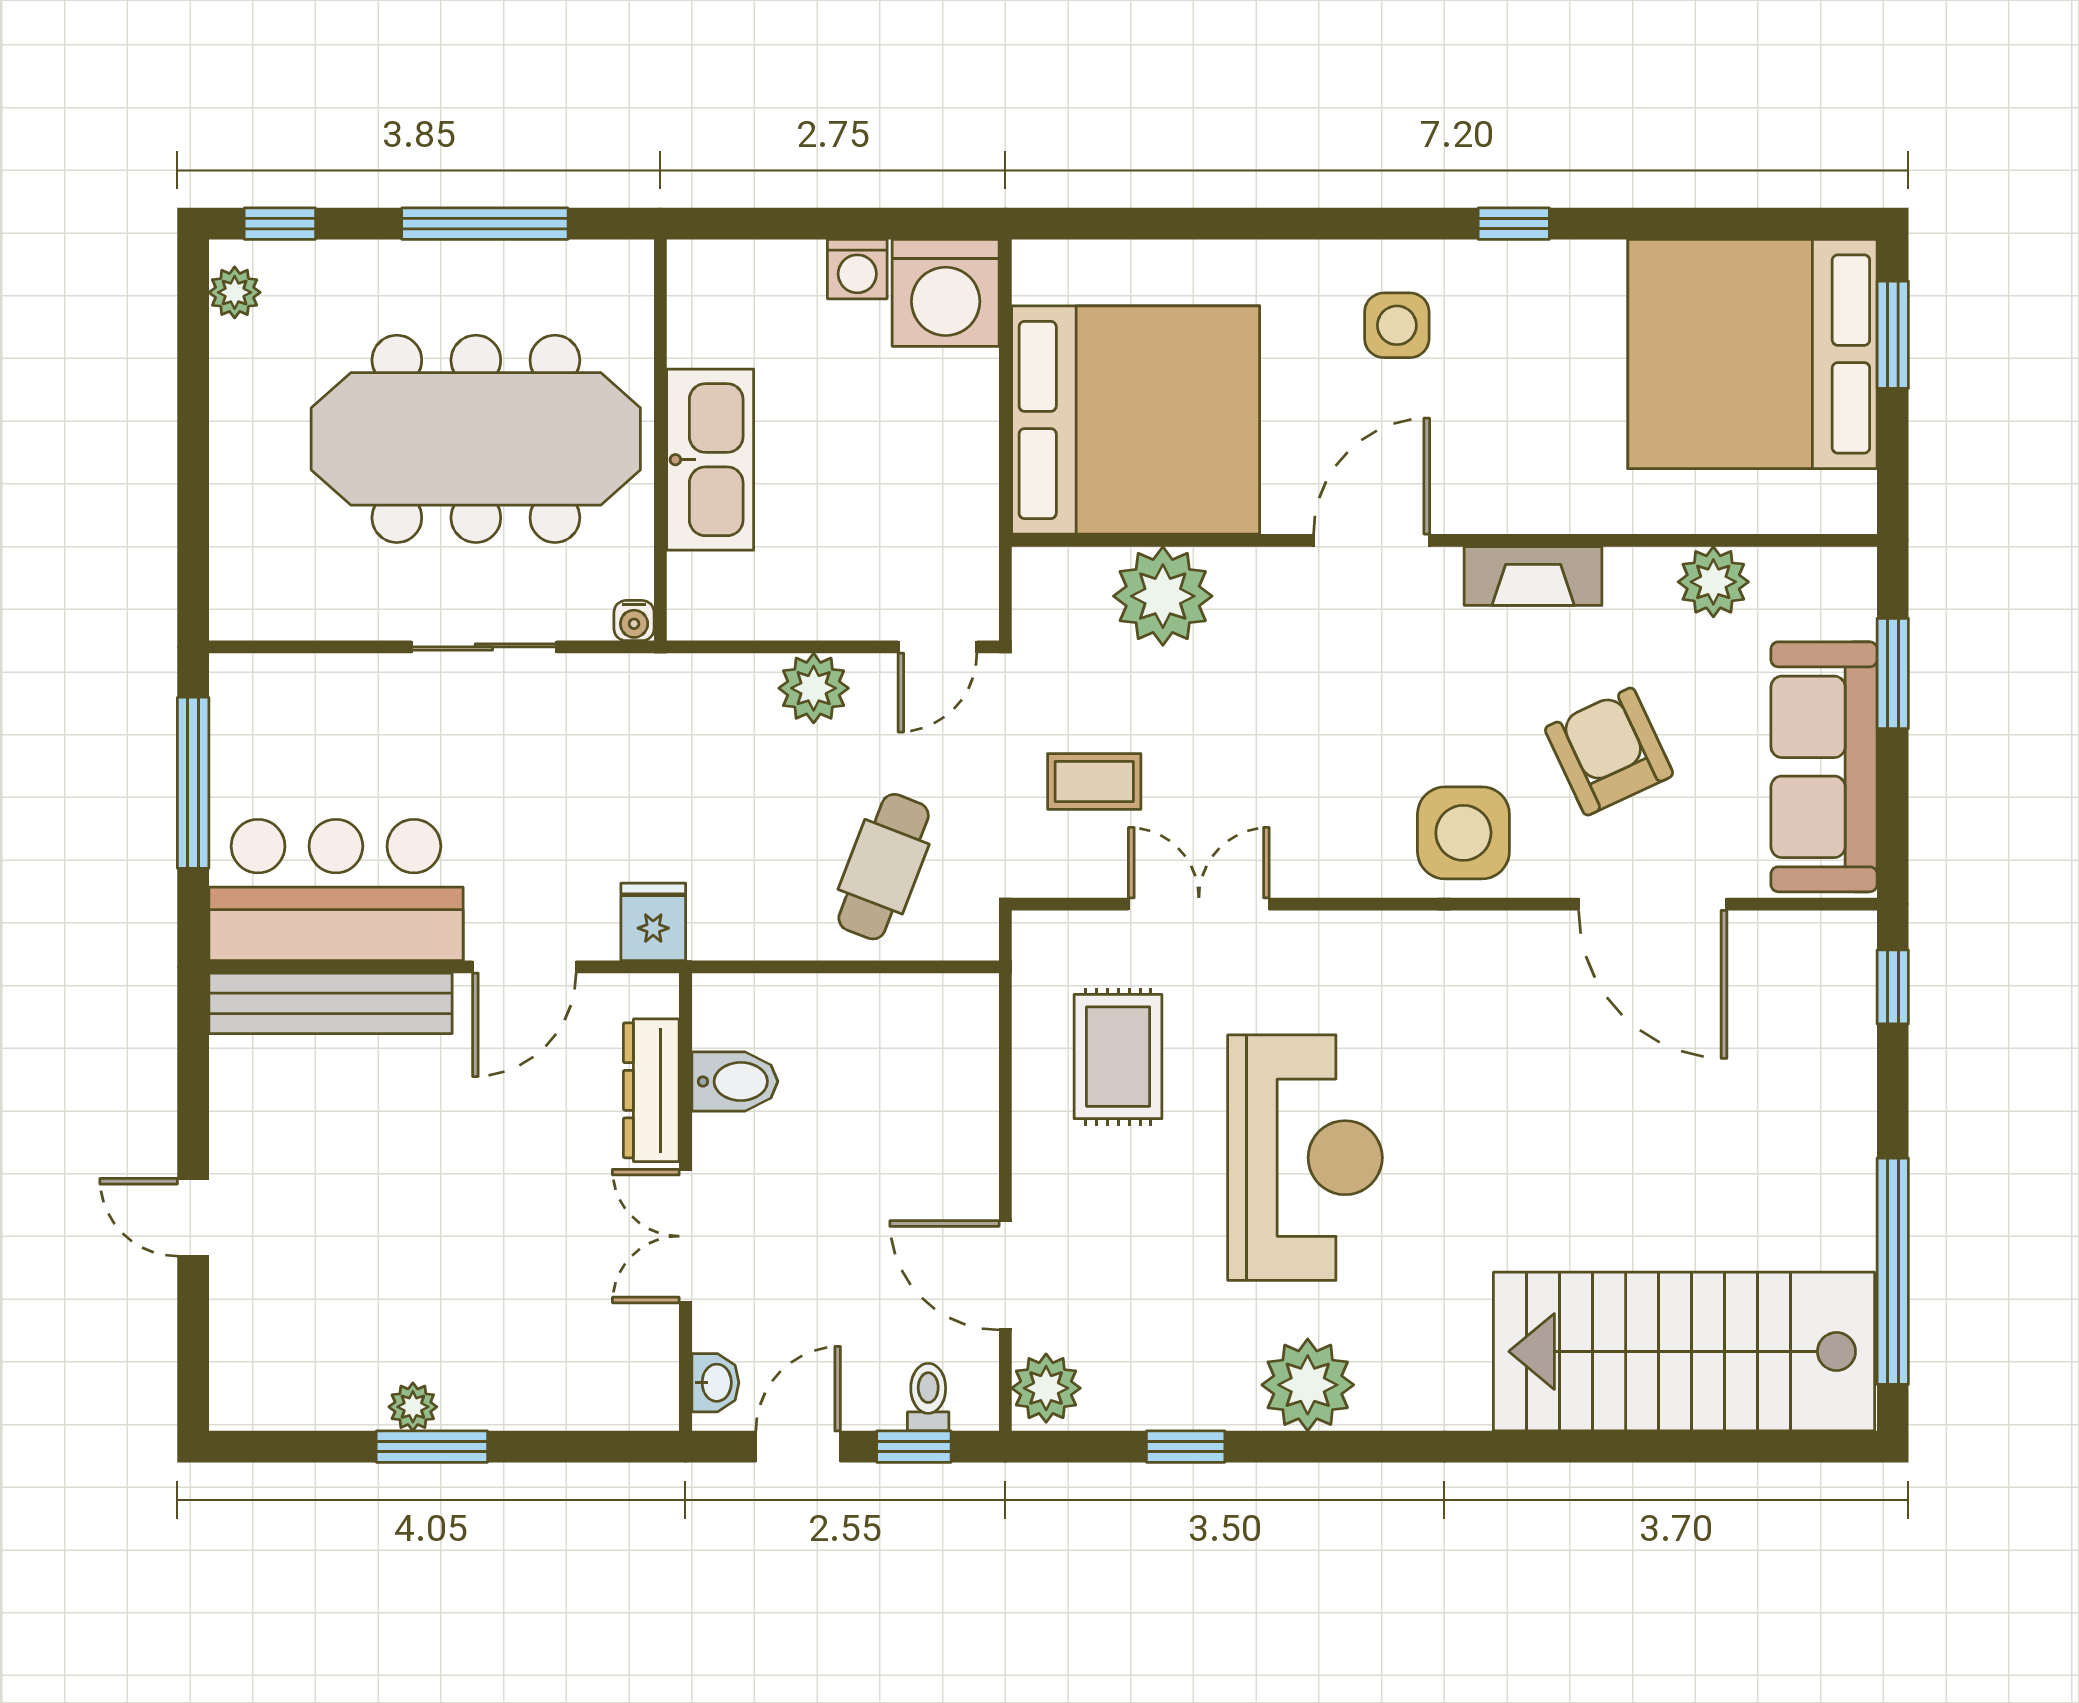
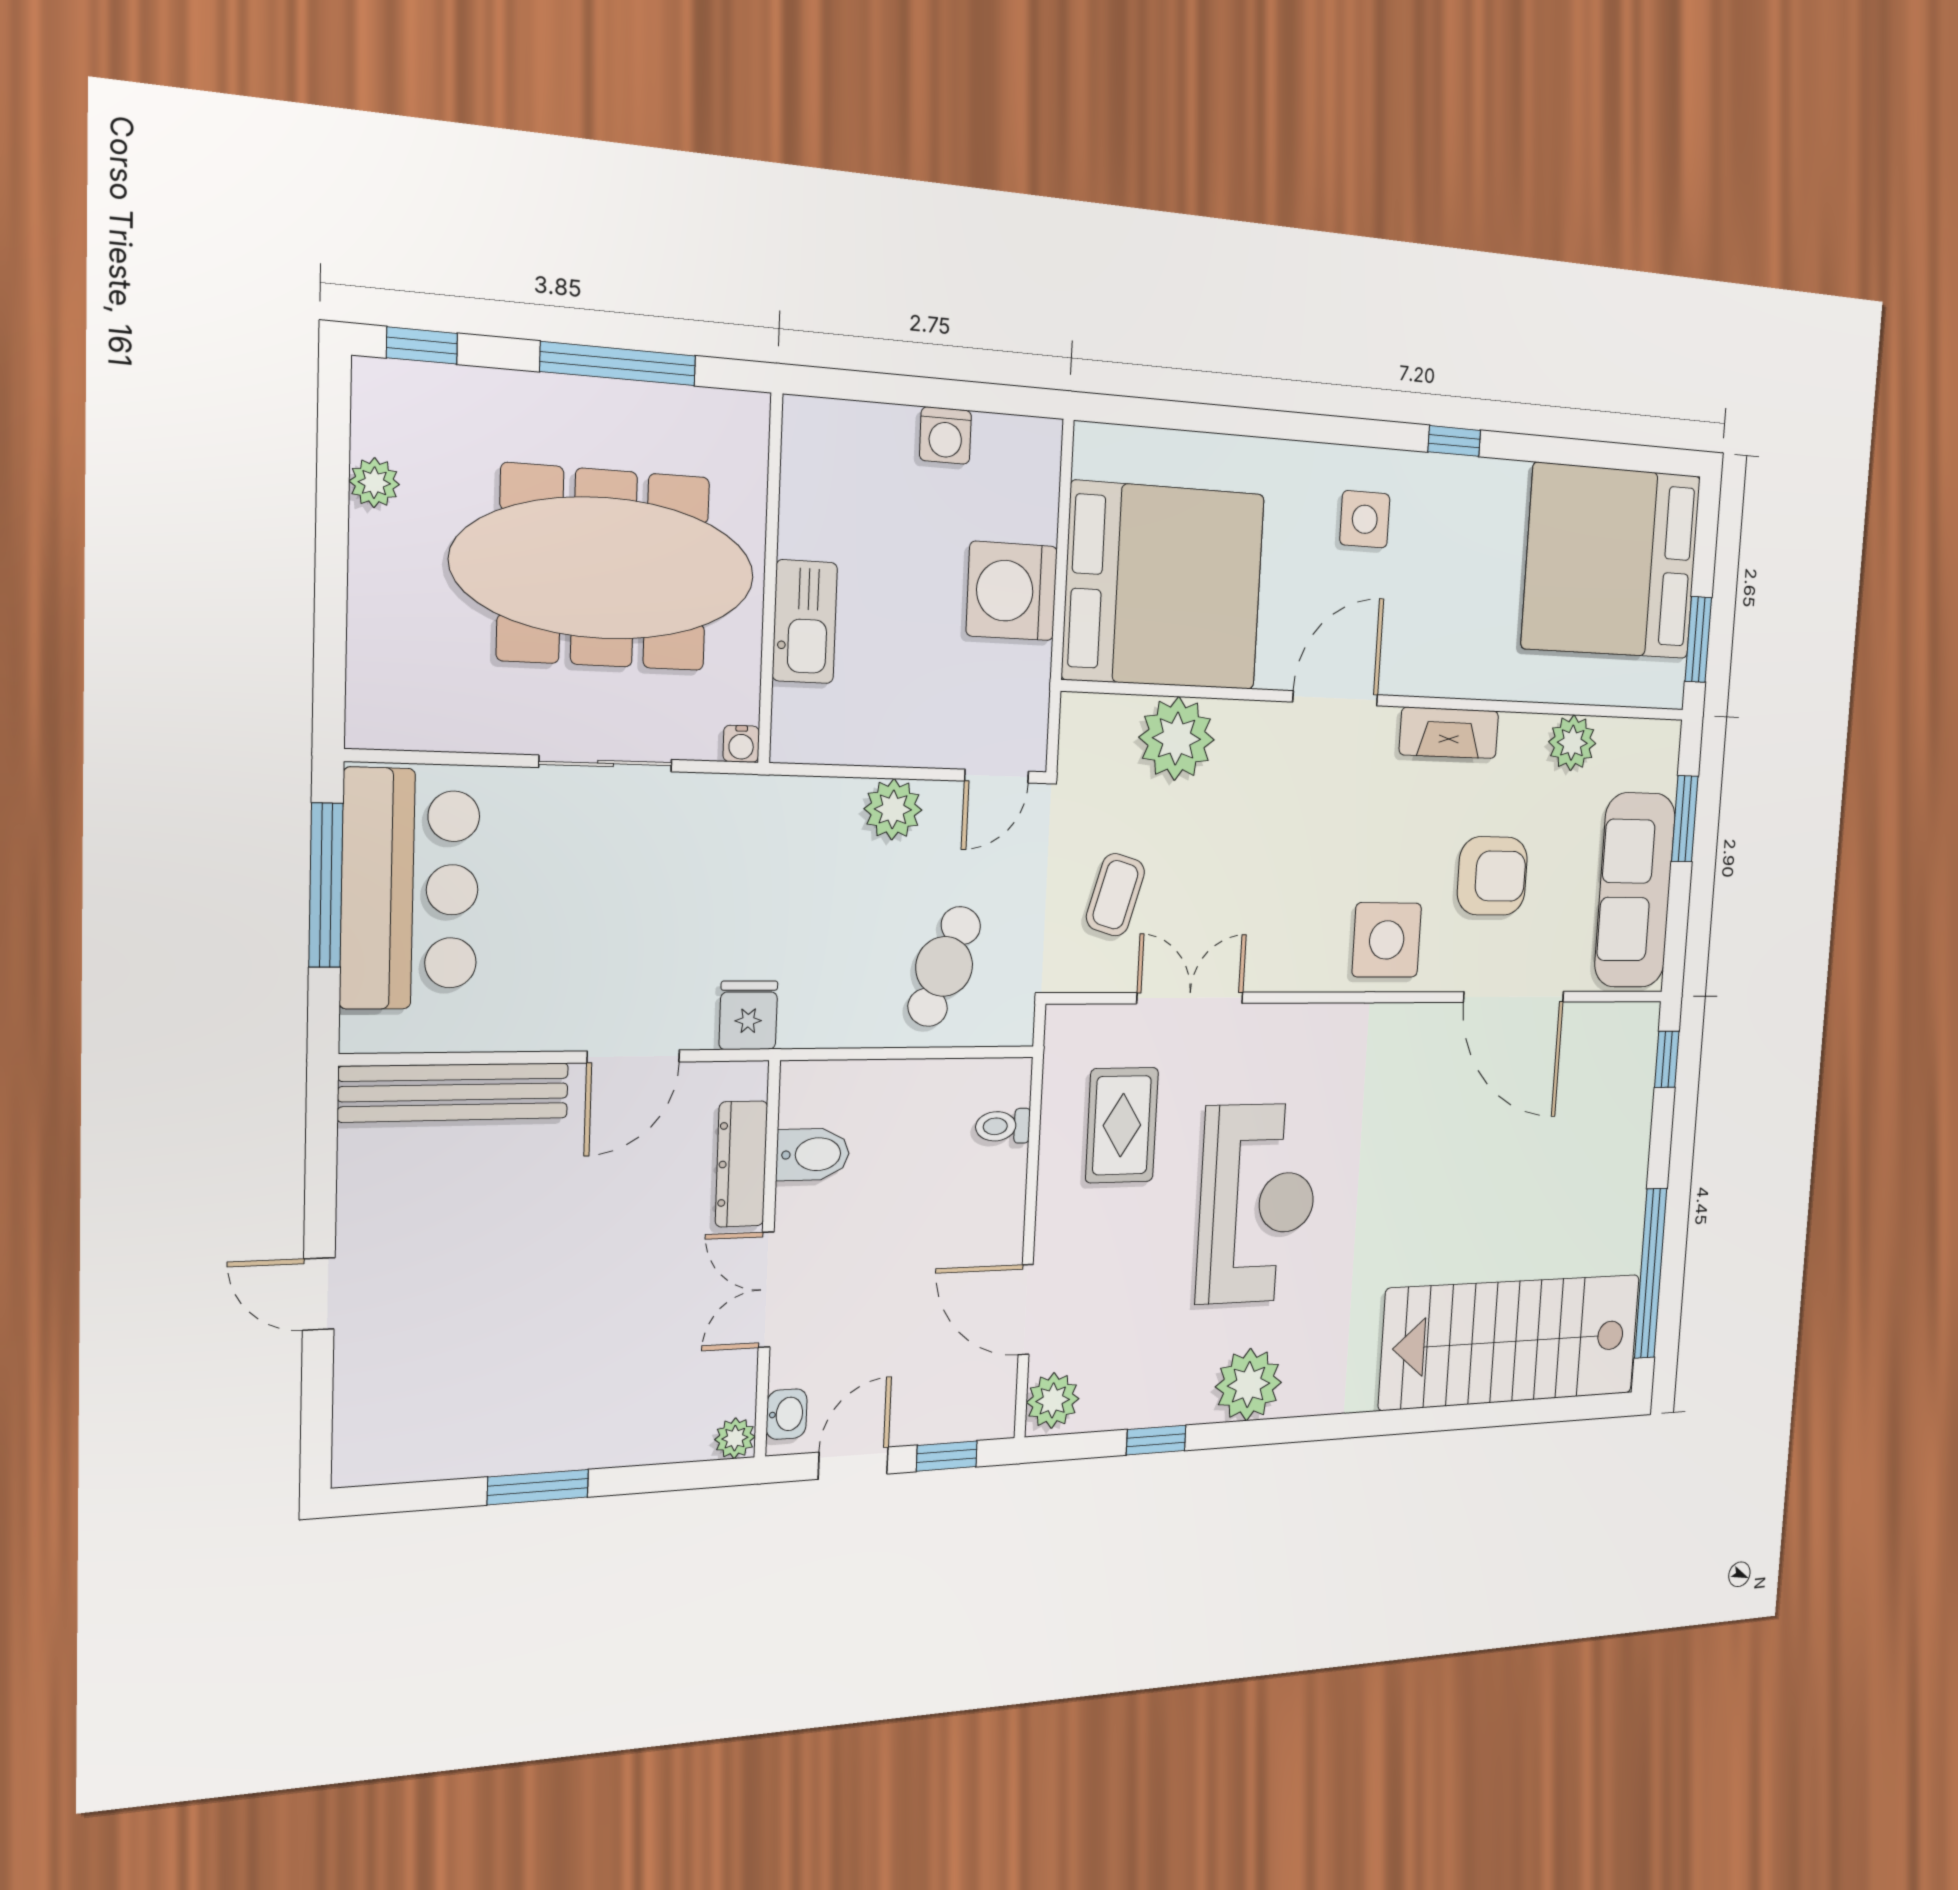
plant: (235, 292) -> (374, 483), moved
washing machine: (946, 293) -> (1012, 591), moved, turned 90
window: (1893, 335) -> (1698, 639), moved
kitchen sink: (710, 460) -> (805, 622), width x0.73, depth x0.81
armchair: (1609, 752) -> (1492, 876), turned 115
coffee table: (1094, 781) -> (1115, 895), turned -74
bar counter: (336, 890) -> (410, 889), moved, turned 90
toilet: (928, 1397) -> (1003, 1126), moved, turned -90
plant: (413, 1407) -> (735, 1438), moved

